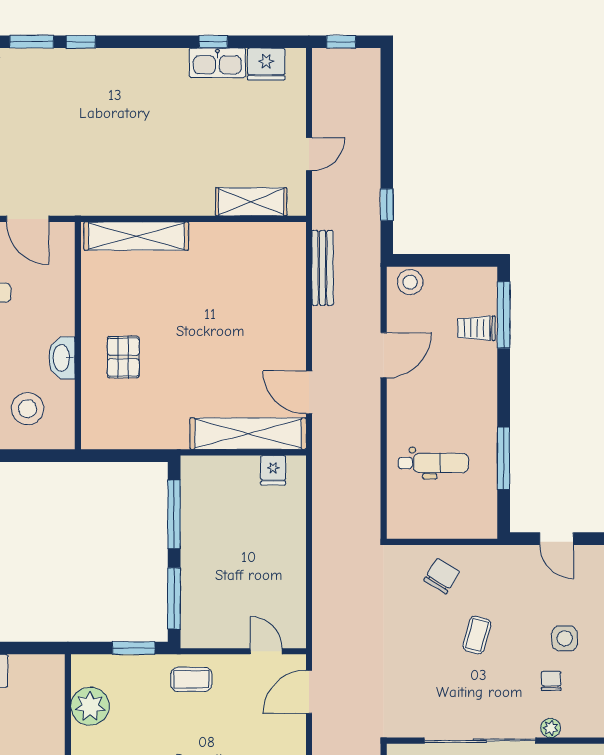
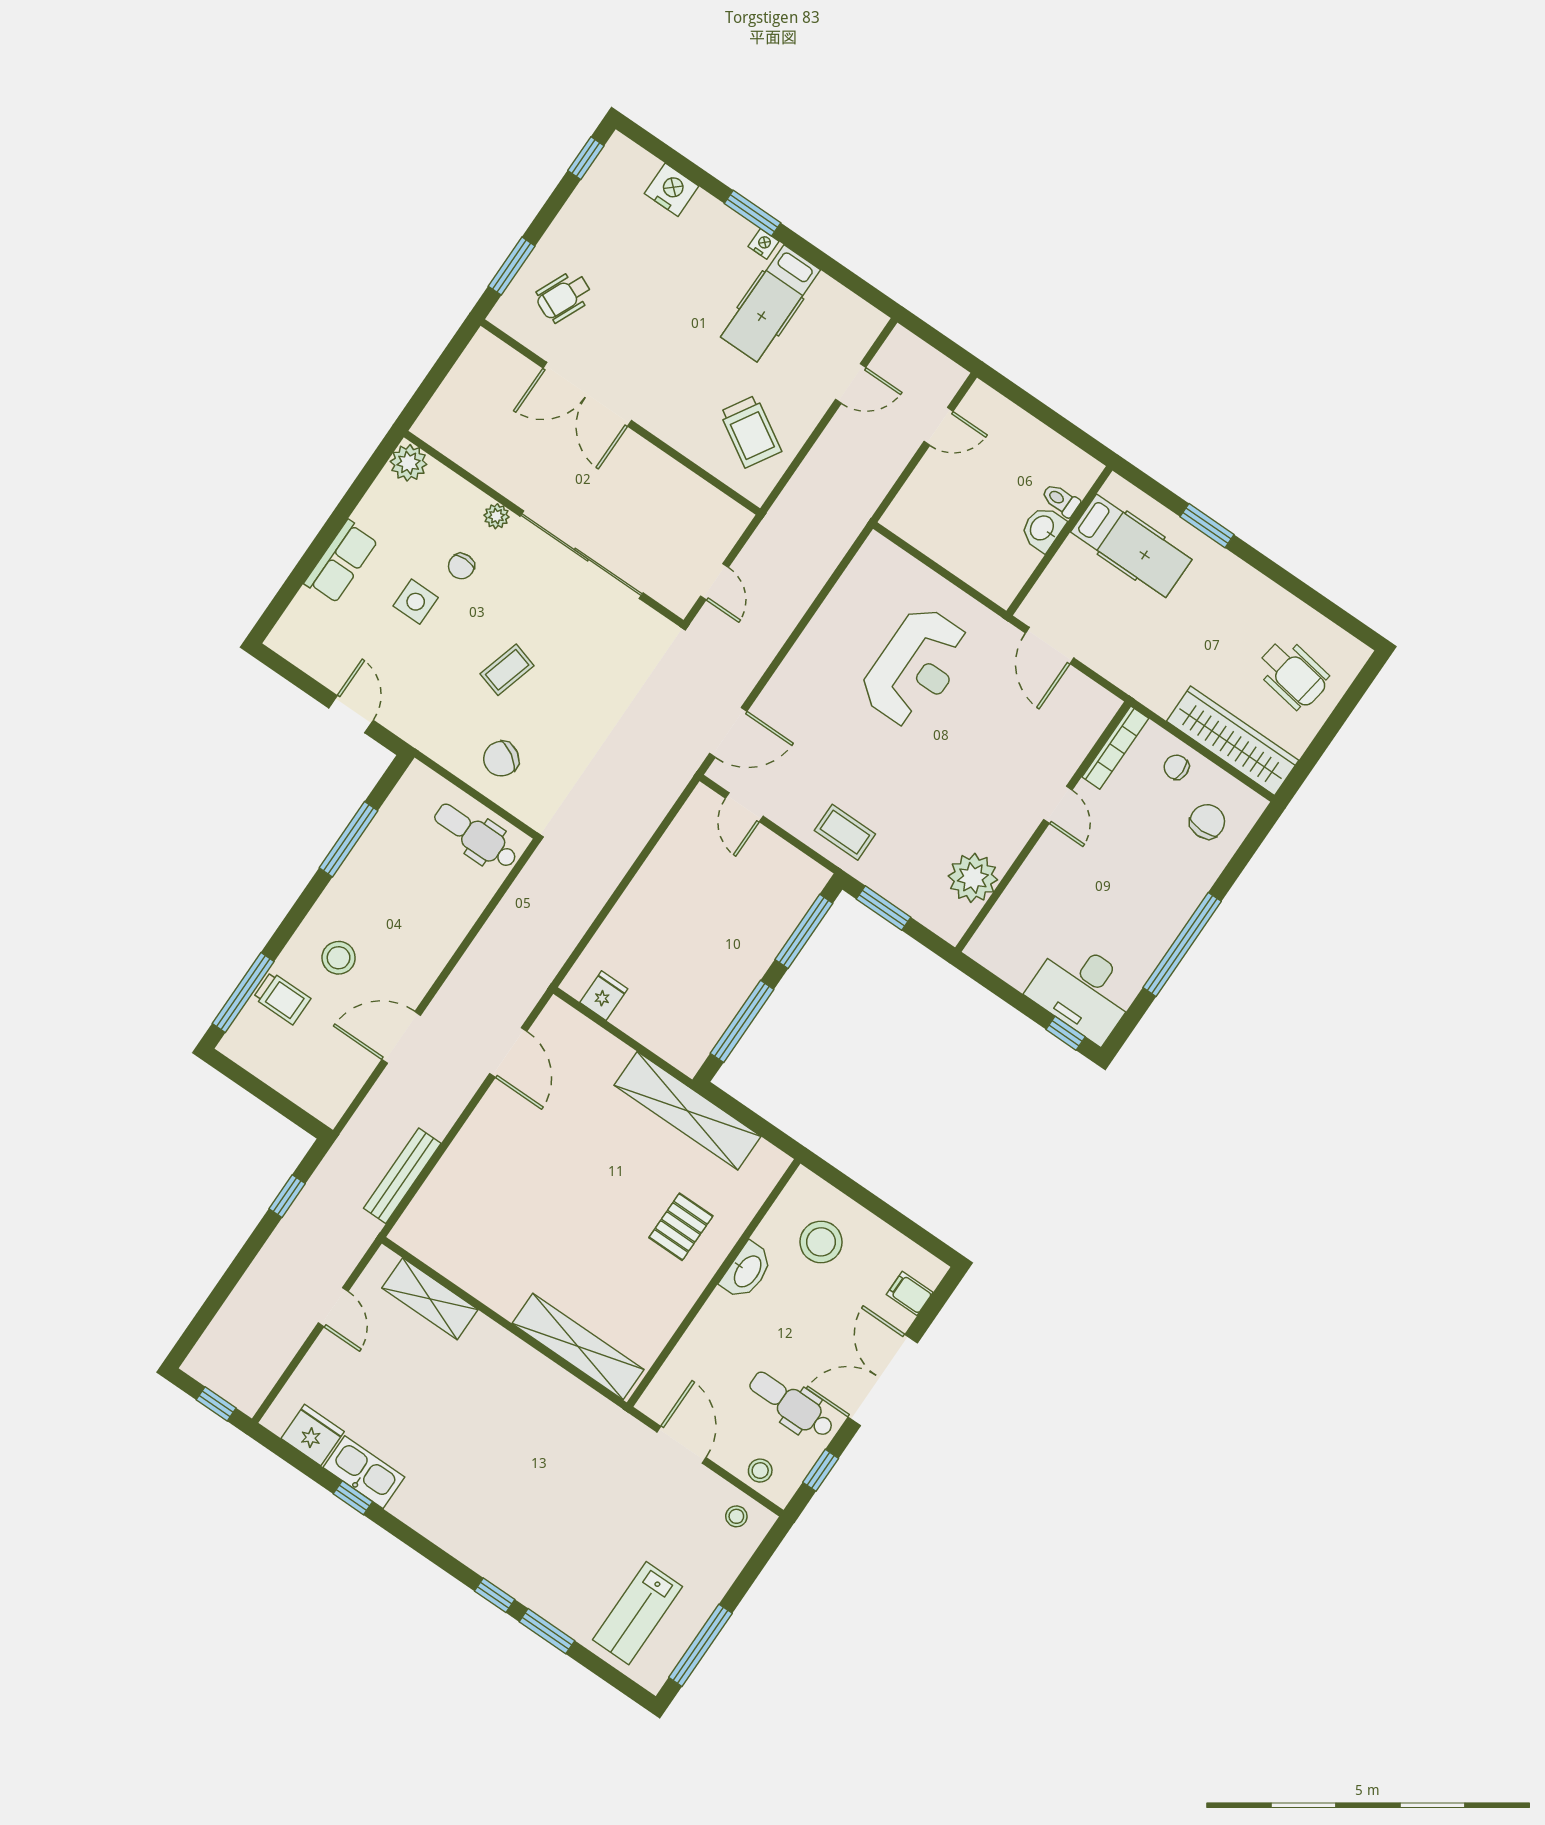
door: (309, 154) -> (333, 1307), swing flipped
stool: (410, 282) -> (339, 958), moved
shelving: (248, 434) -> (688, 1111), moved
dental chair: (433, 463) -> (476, 836), moved

